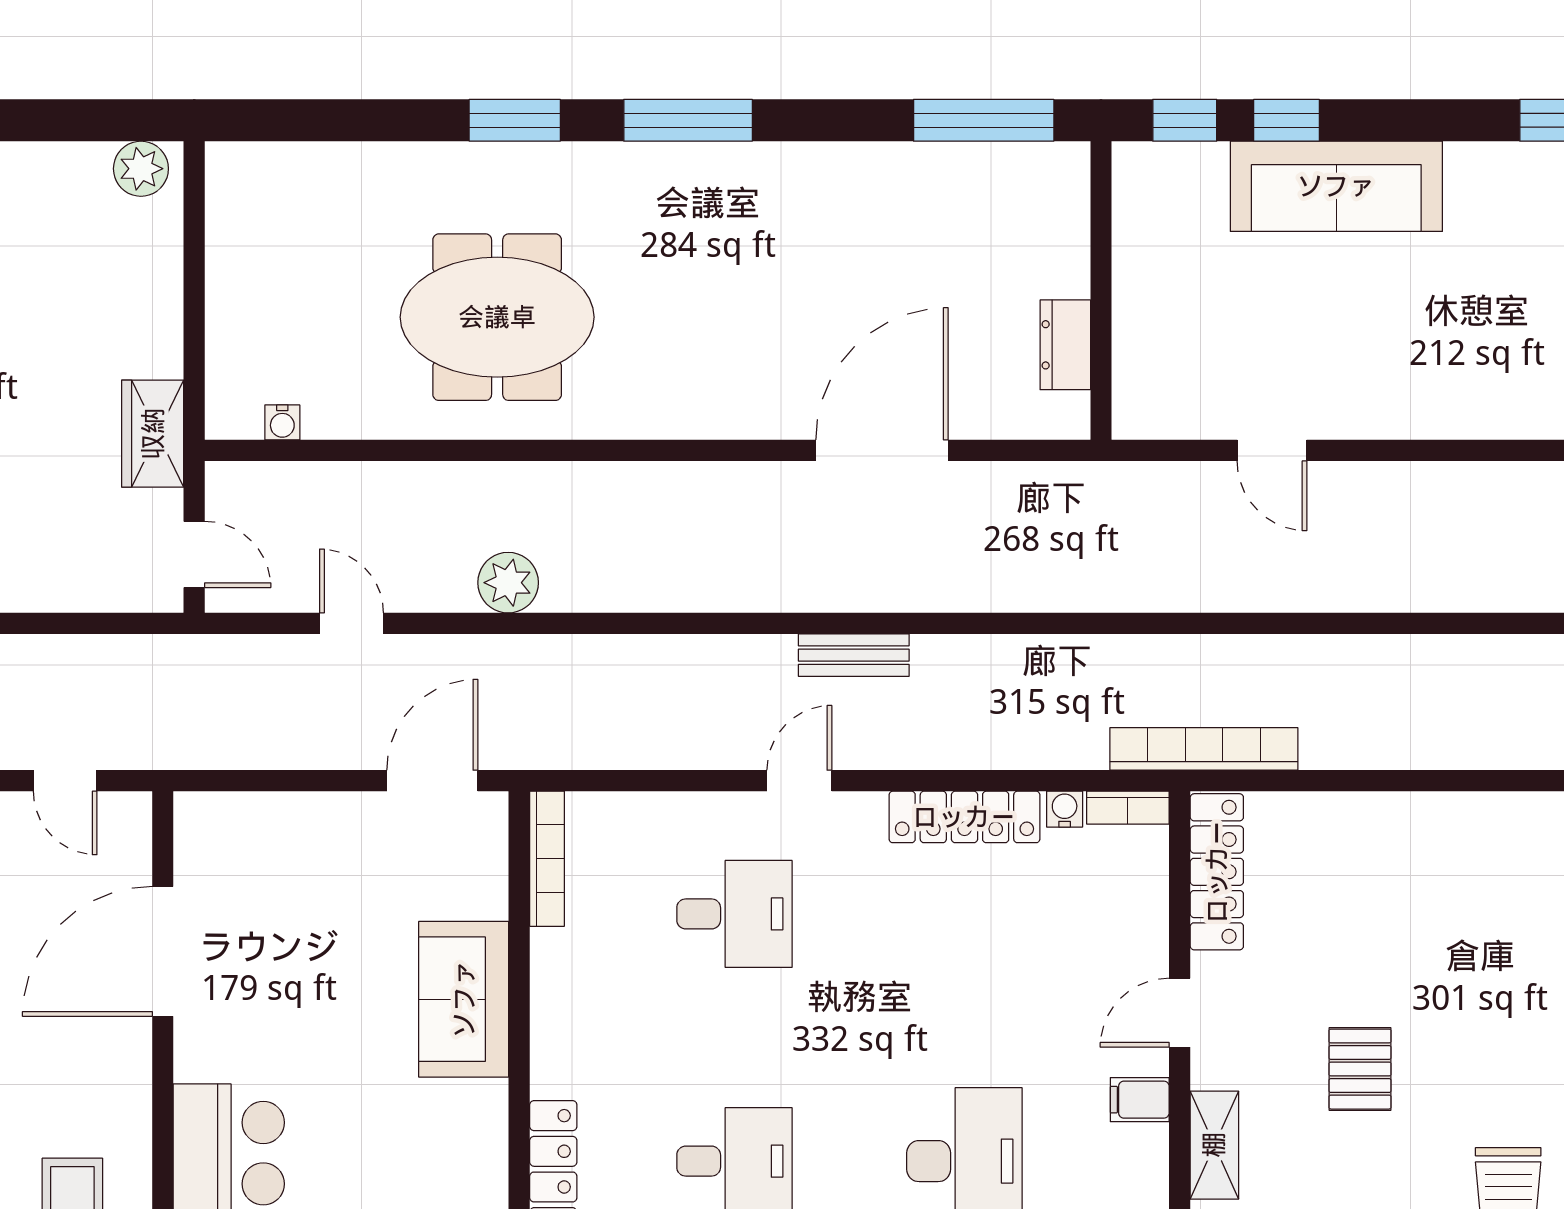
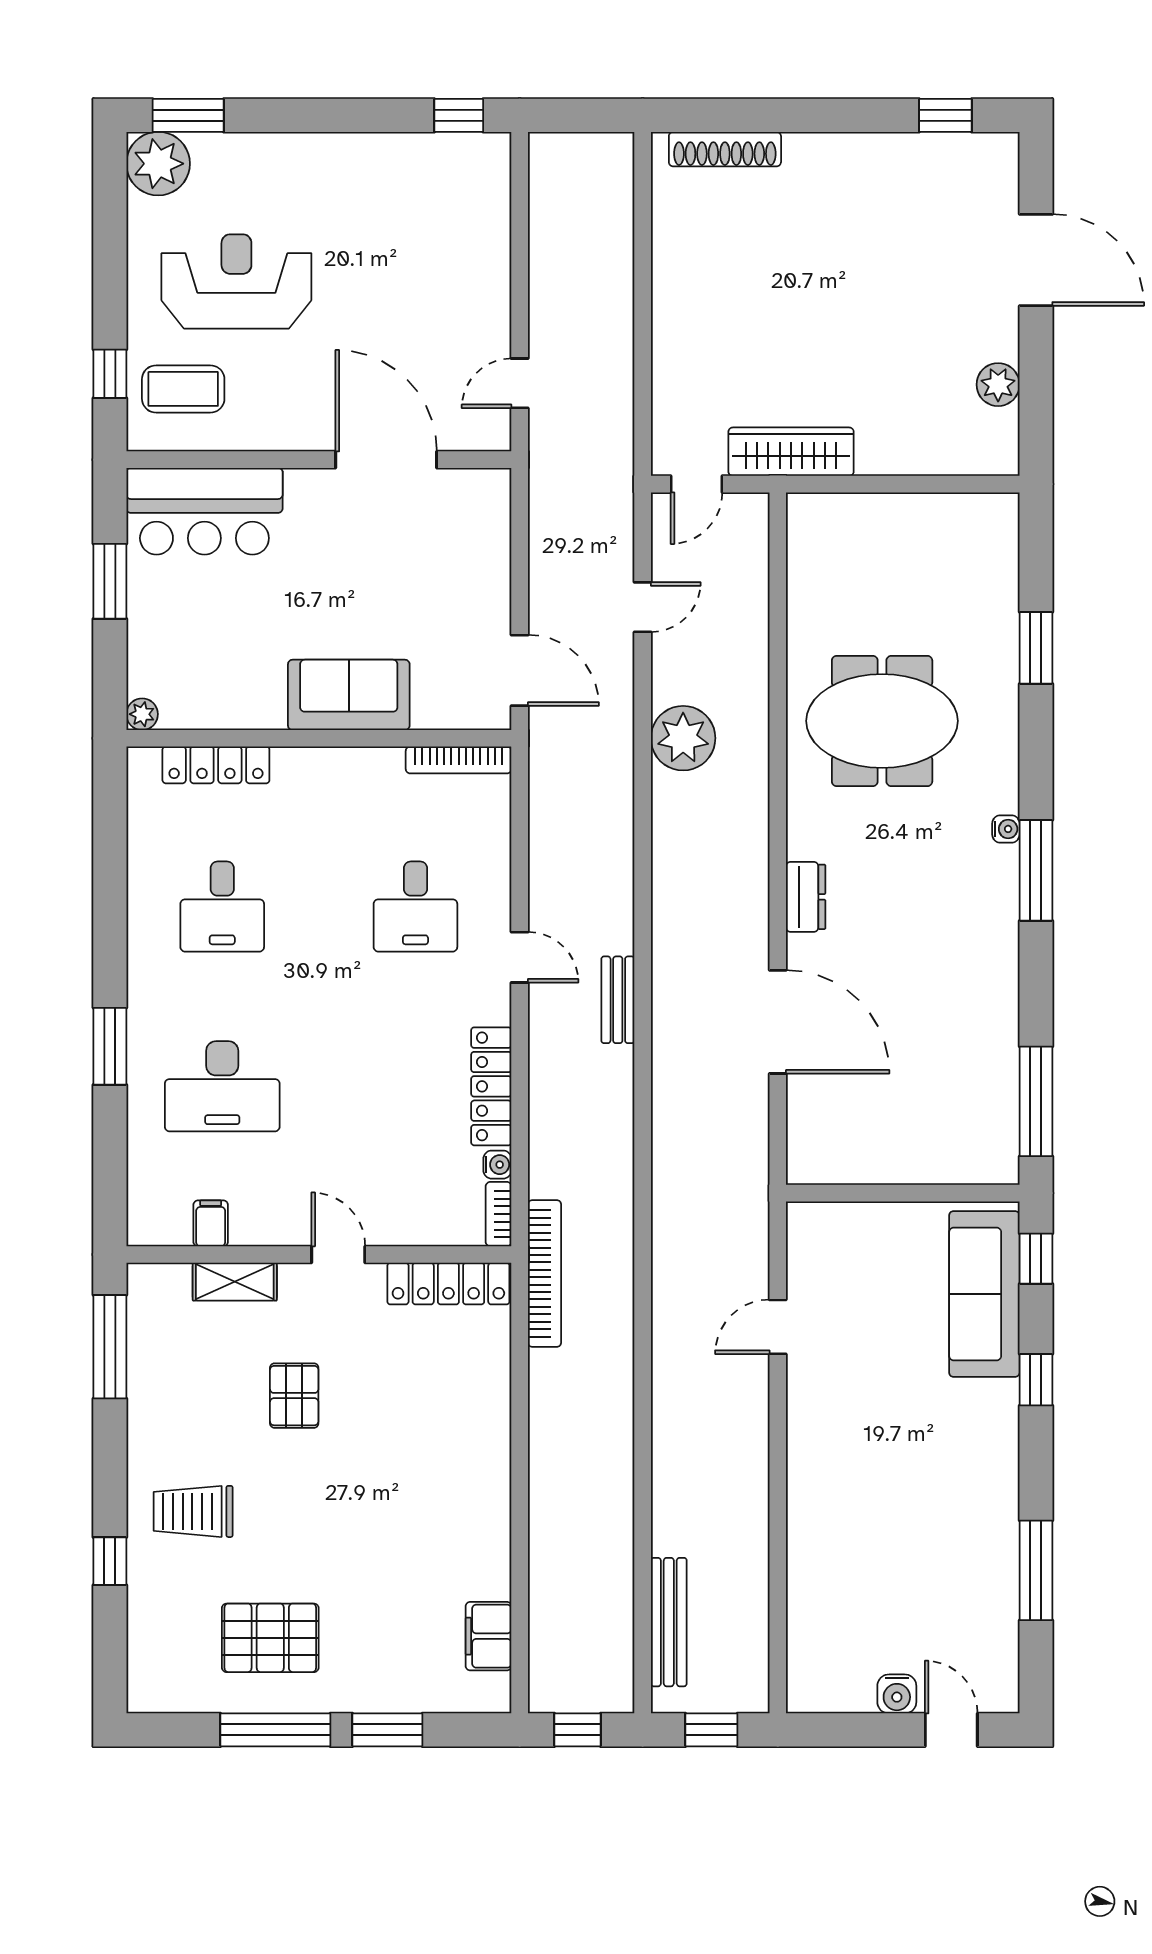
window: (515, 120) -> (1036, 648), moved
window: (1287, 120) -> (1036, 1380), moved
plant: (141, 169) -> (998, 385), moved
sofa: (1336, 186) -> (984, 1294), moved
meeting table: (497, 317) -> (882, 721), turned 90
dresser: (1065, 345) -> (806, 897), moved, turned 90
water cooler: (282, 422) -> (1006, 829), moved, turned 180
wardrobe: (153, 434) -> (791, 452), width x1.50
plant: (508, 583) -> (683, 738), width x1.36, depth x1.36
pallet: (1360, 1069) -> (294, 1396), turned 90
filing cabinet: (1140, 1100) -> (211, 1223), moved

